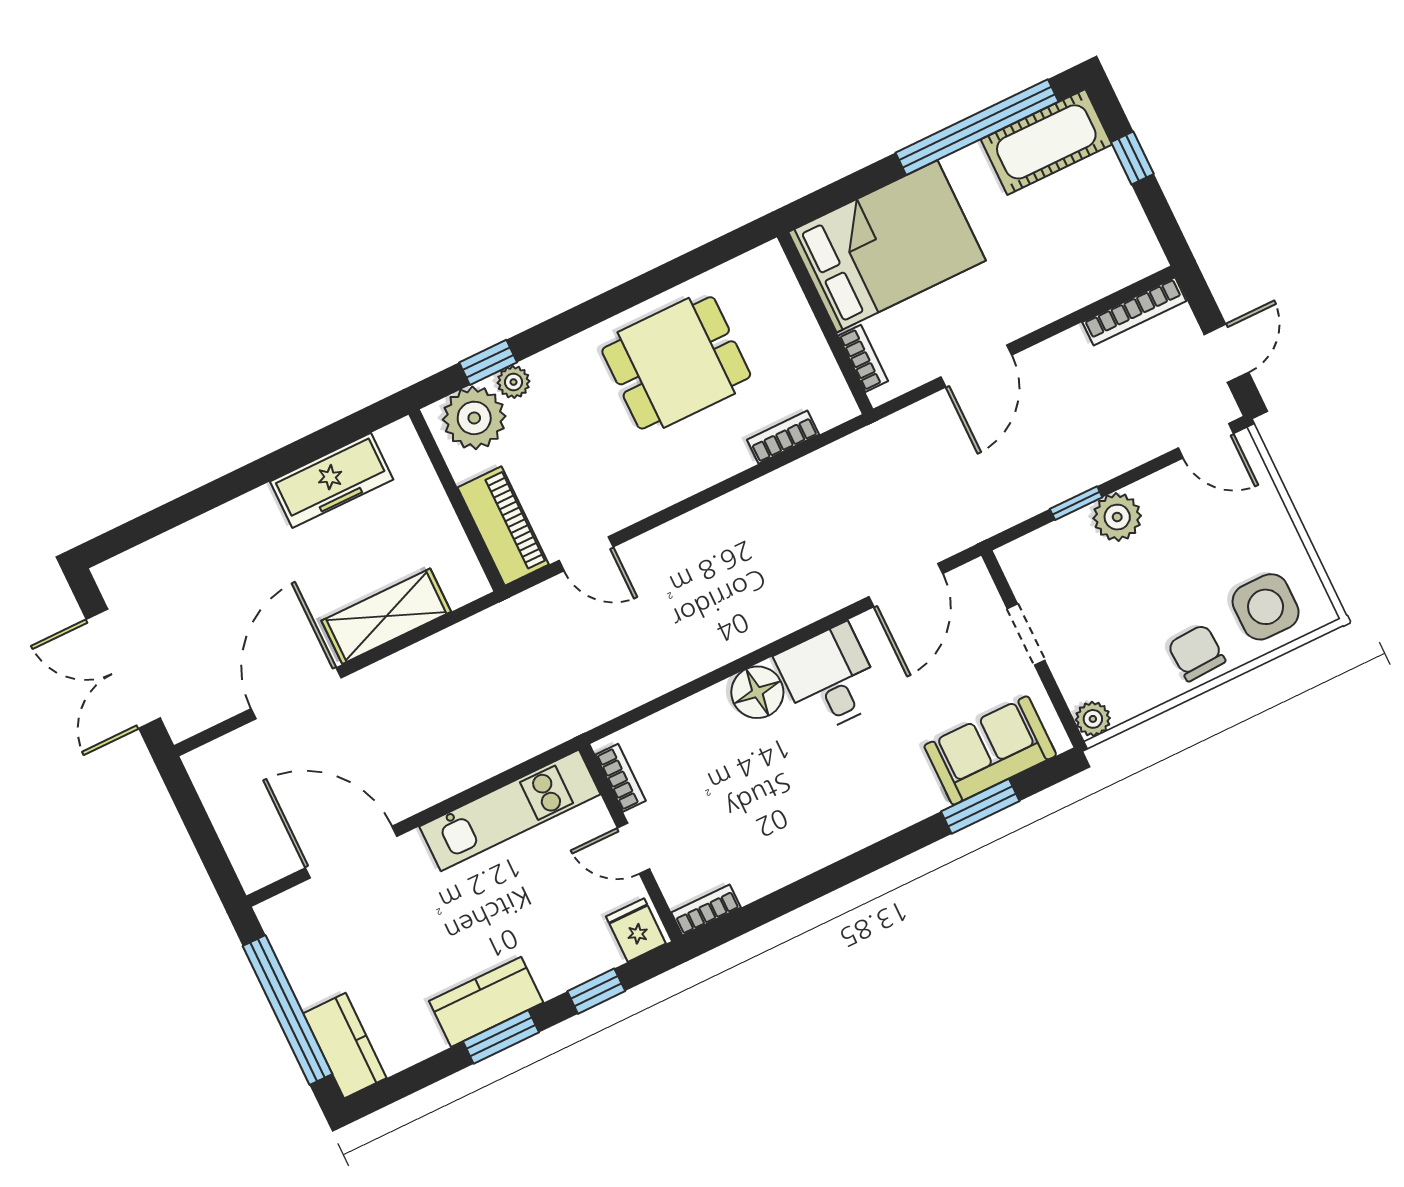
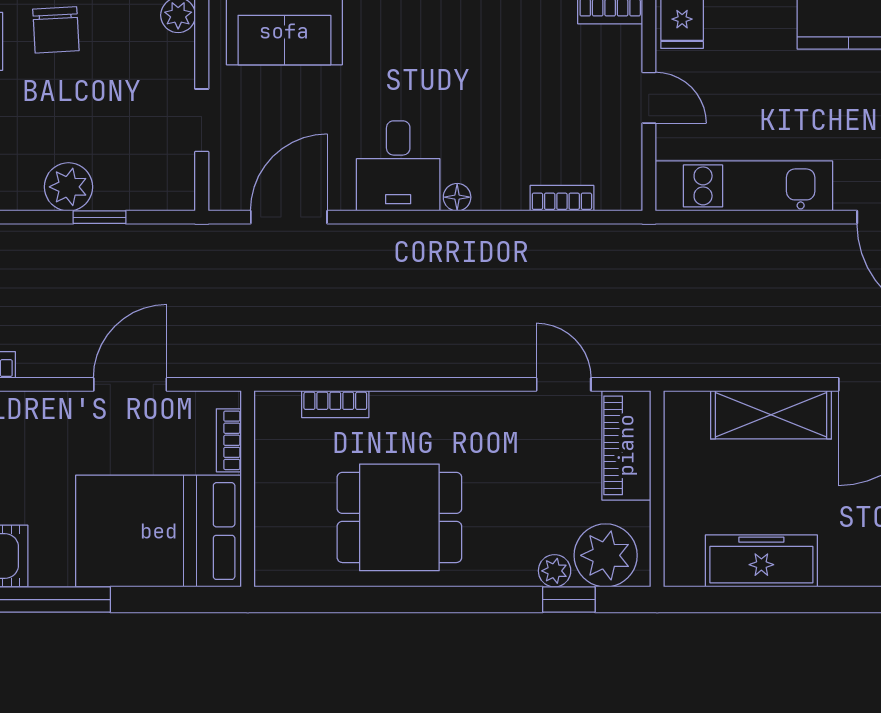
floor lamp: (757, 692) -> (457, 197), width x0.53, depth x0.53
bookcase: (621, 778) -> (562, 198), moved, turned 90

